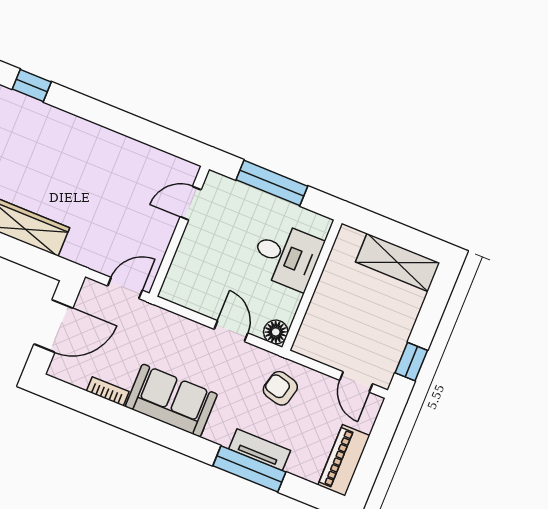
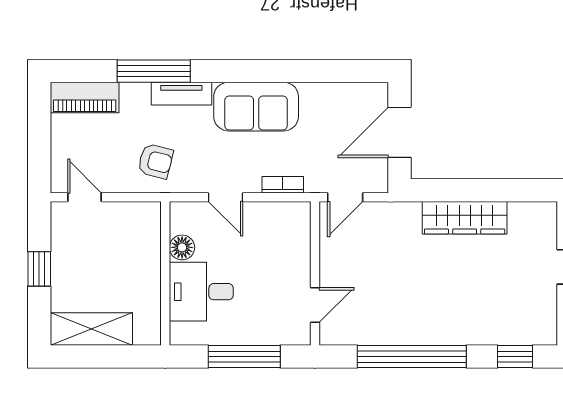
window: (123, 123) -> (412, 357), added
floor lamp: (276, 332) -> (182, 247), moved
window: (411, 362) -> (39, 269), moved
bookcase: (108, 391) -> (283, 185), moved, turned 180
tv unit: (260, 450) -> (181, 94), moved
piano: (344, 460) -> (85, 98), moved, turned 90

